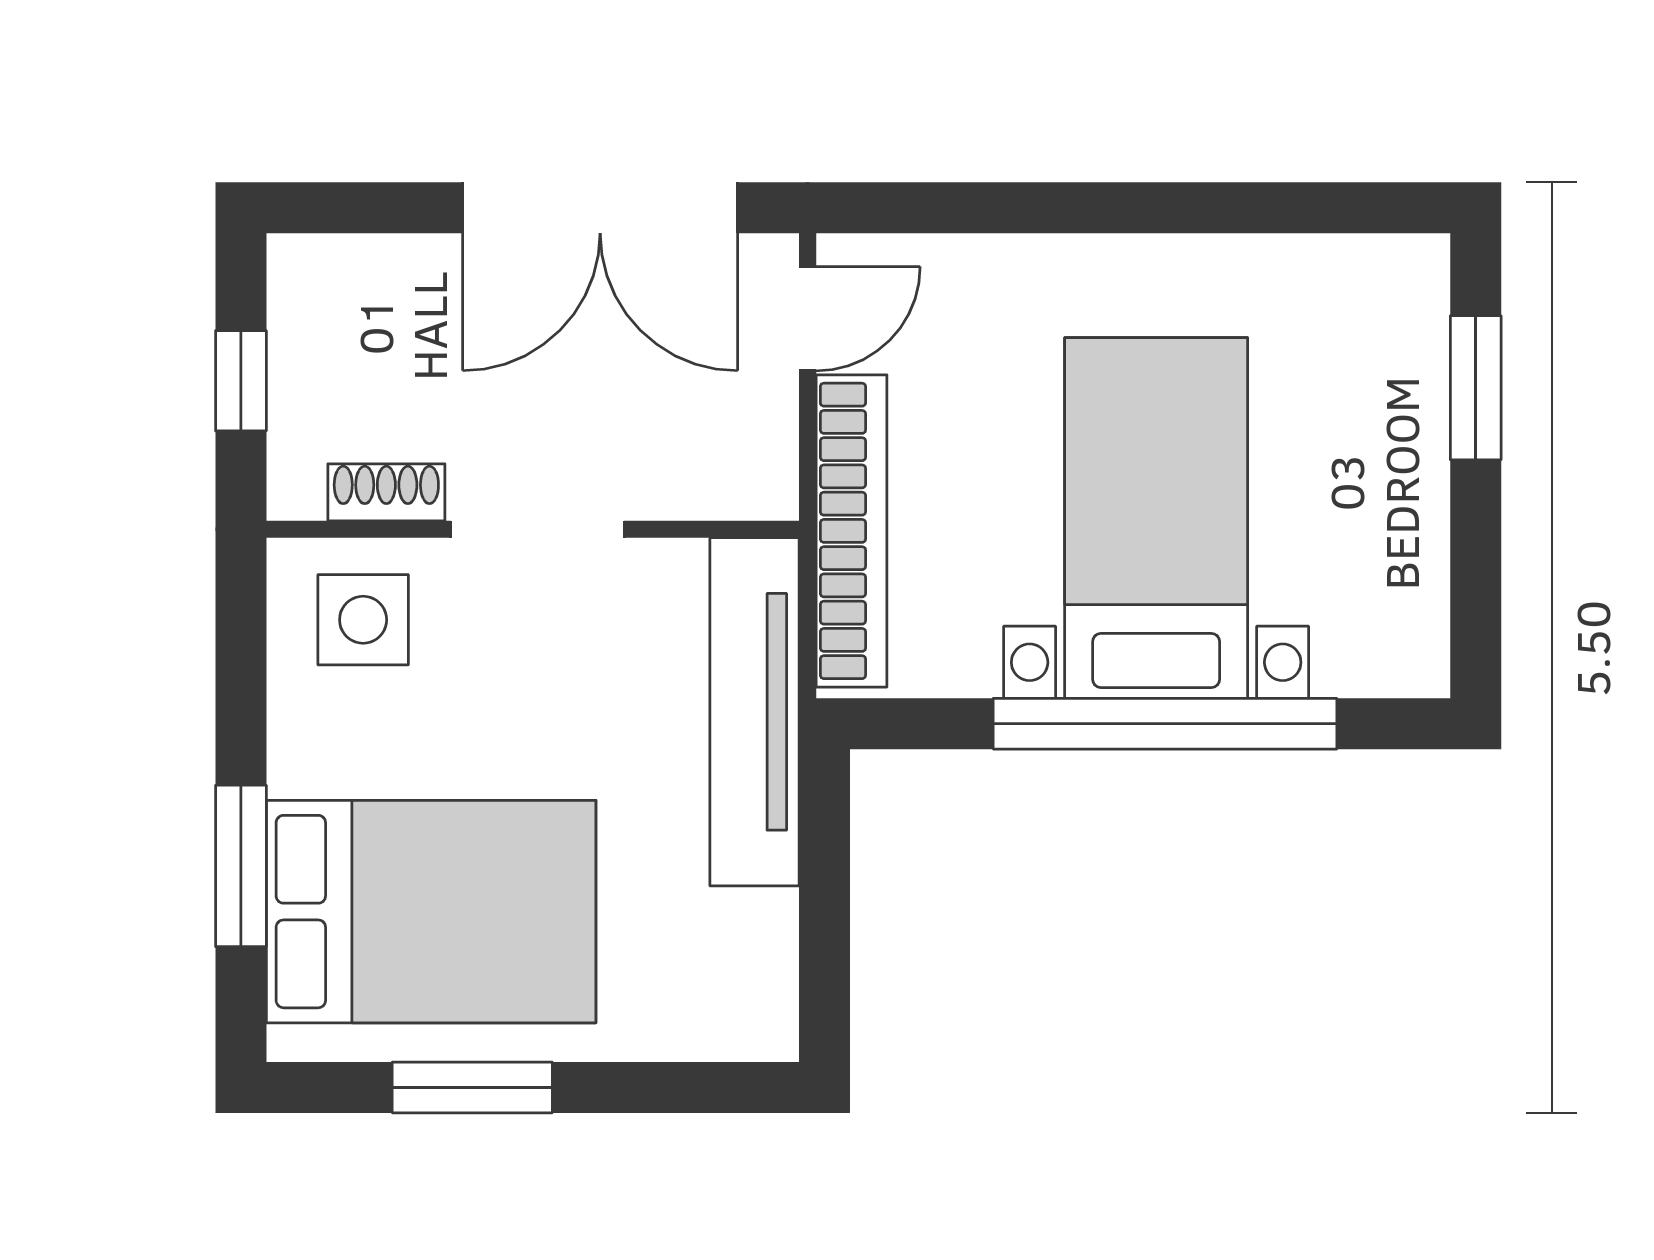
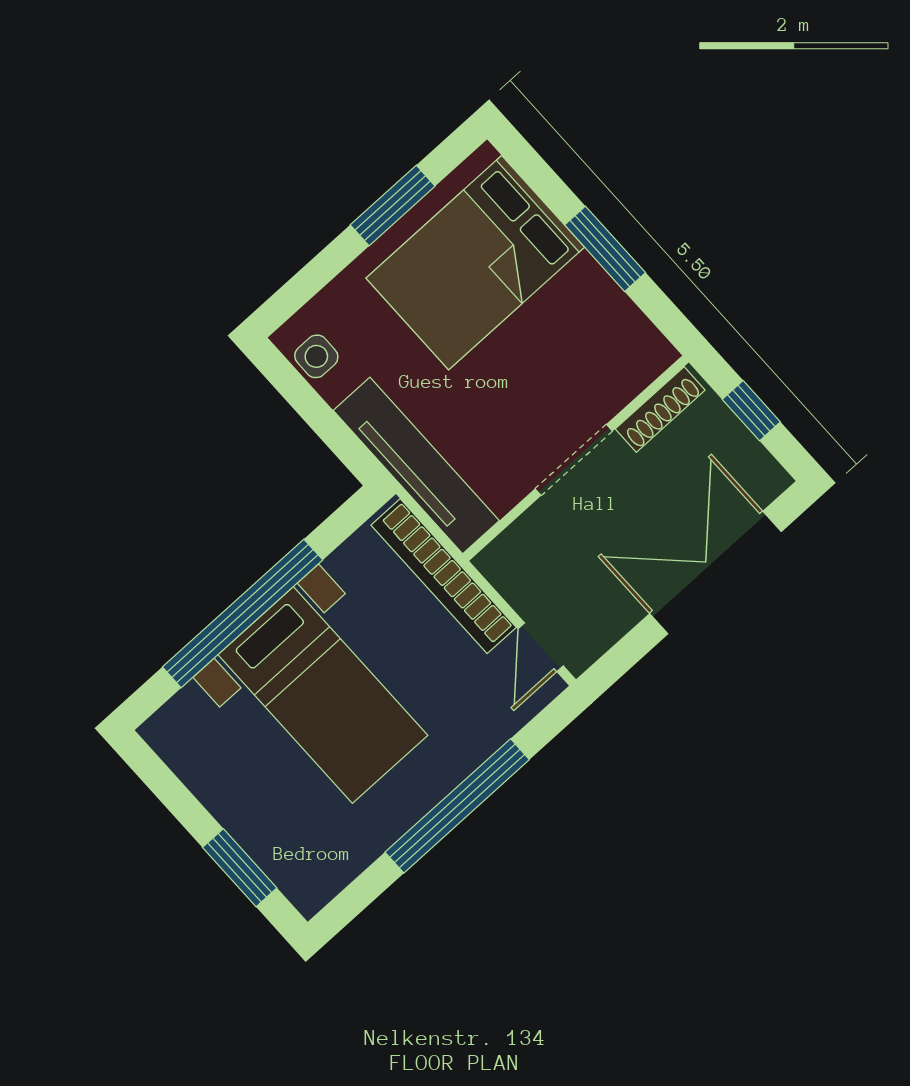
double door: (600, 208) -> (715, 573), moved
window: (1111, 208) -> (457, 806), added
shoe rack: (386, 492) -> (660, 409), width x1.43
side table: (363, 620) -> (316, 356), moved, width x0.73, depth x0.73
window: (241, 866) -> (605, 249), moved

